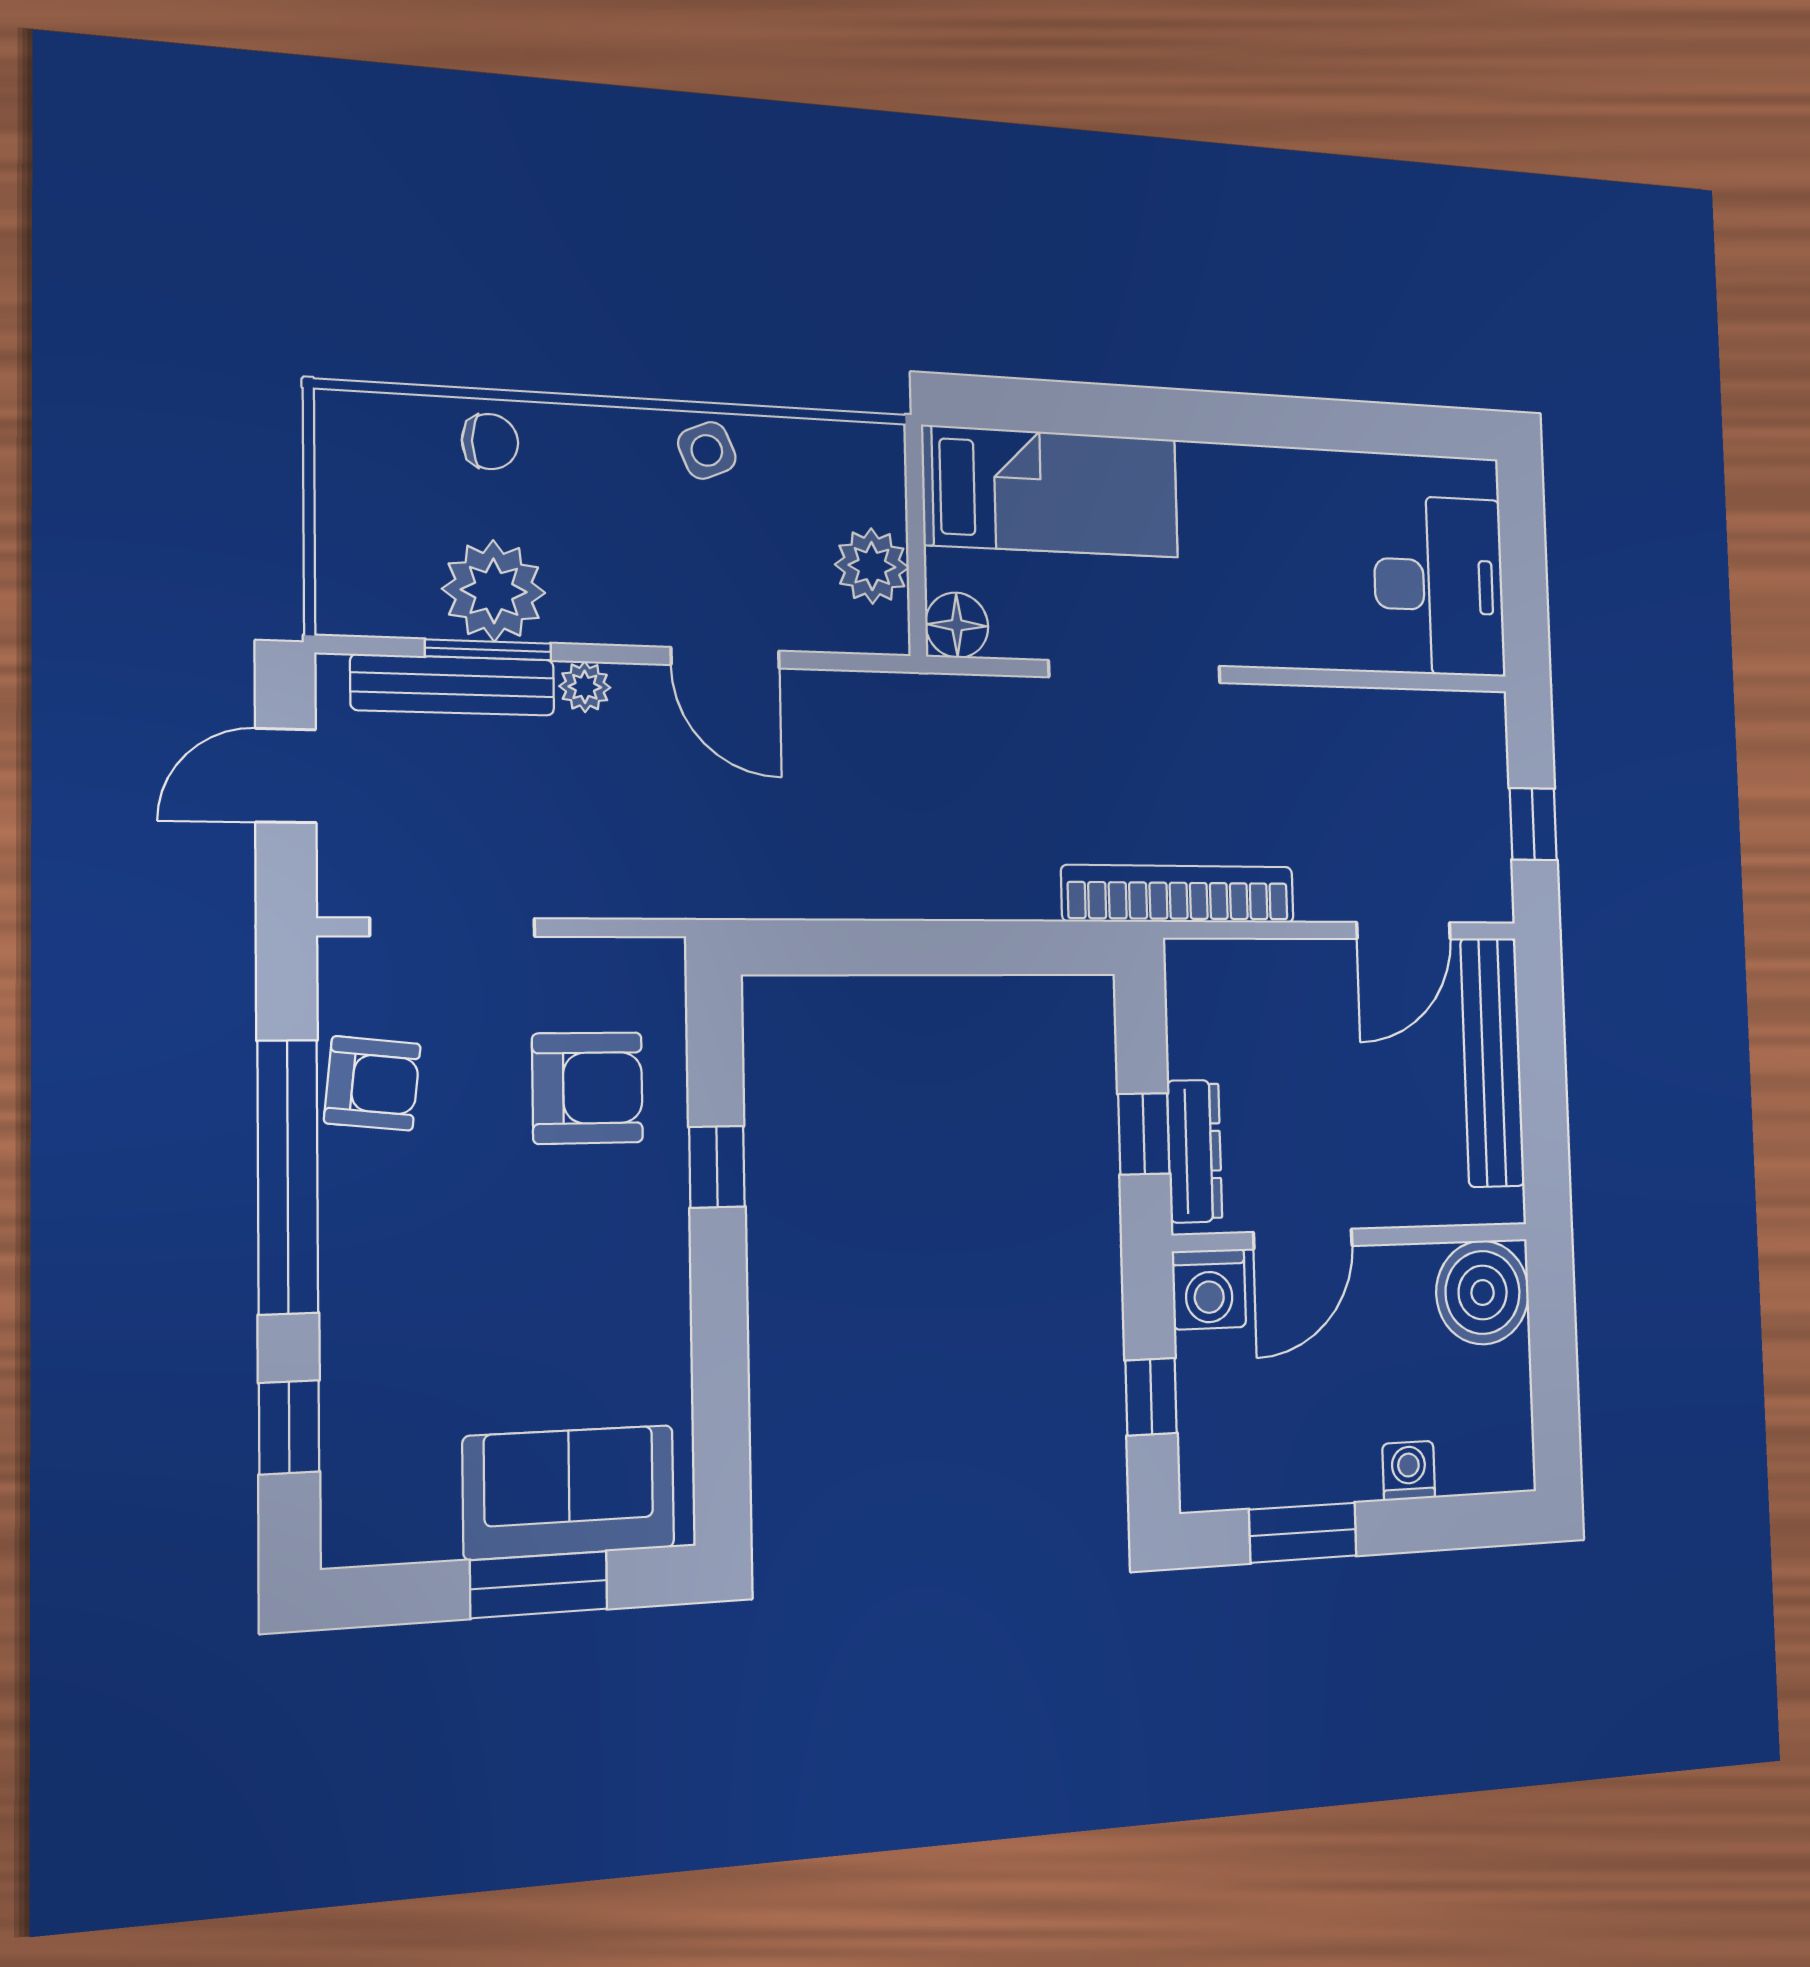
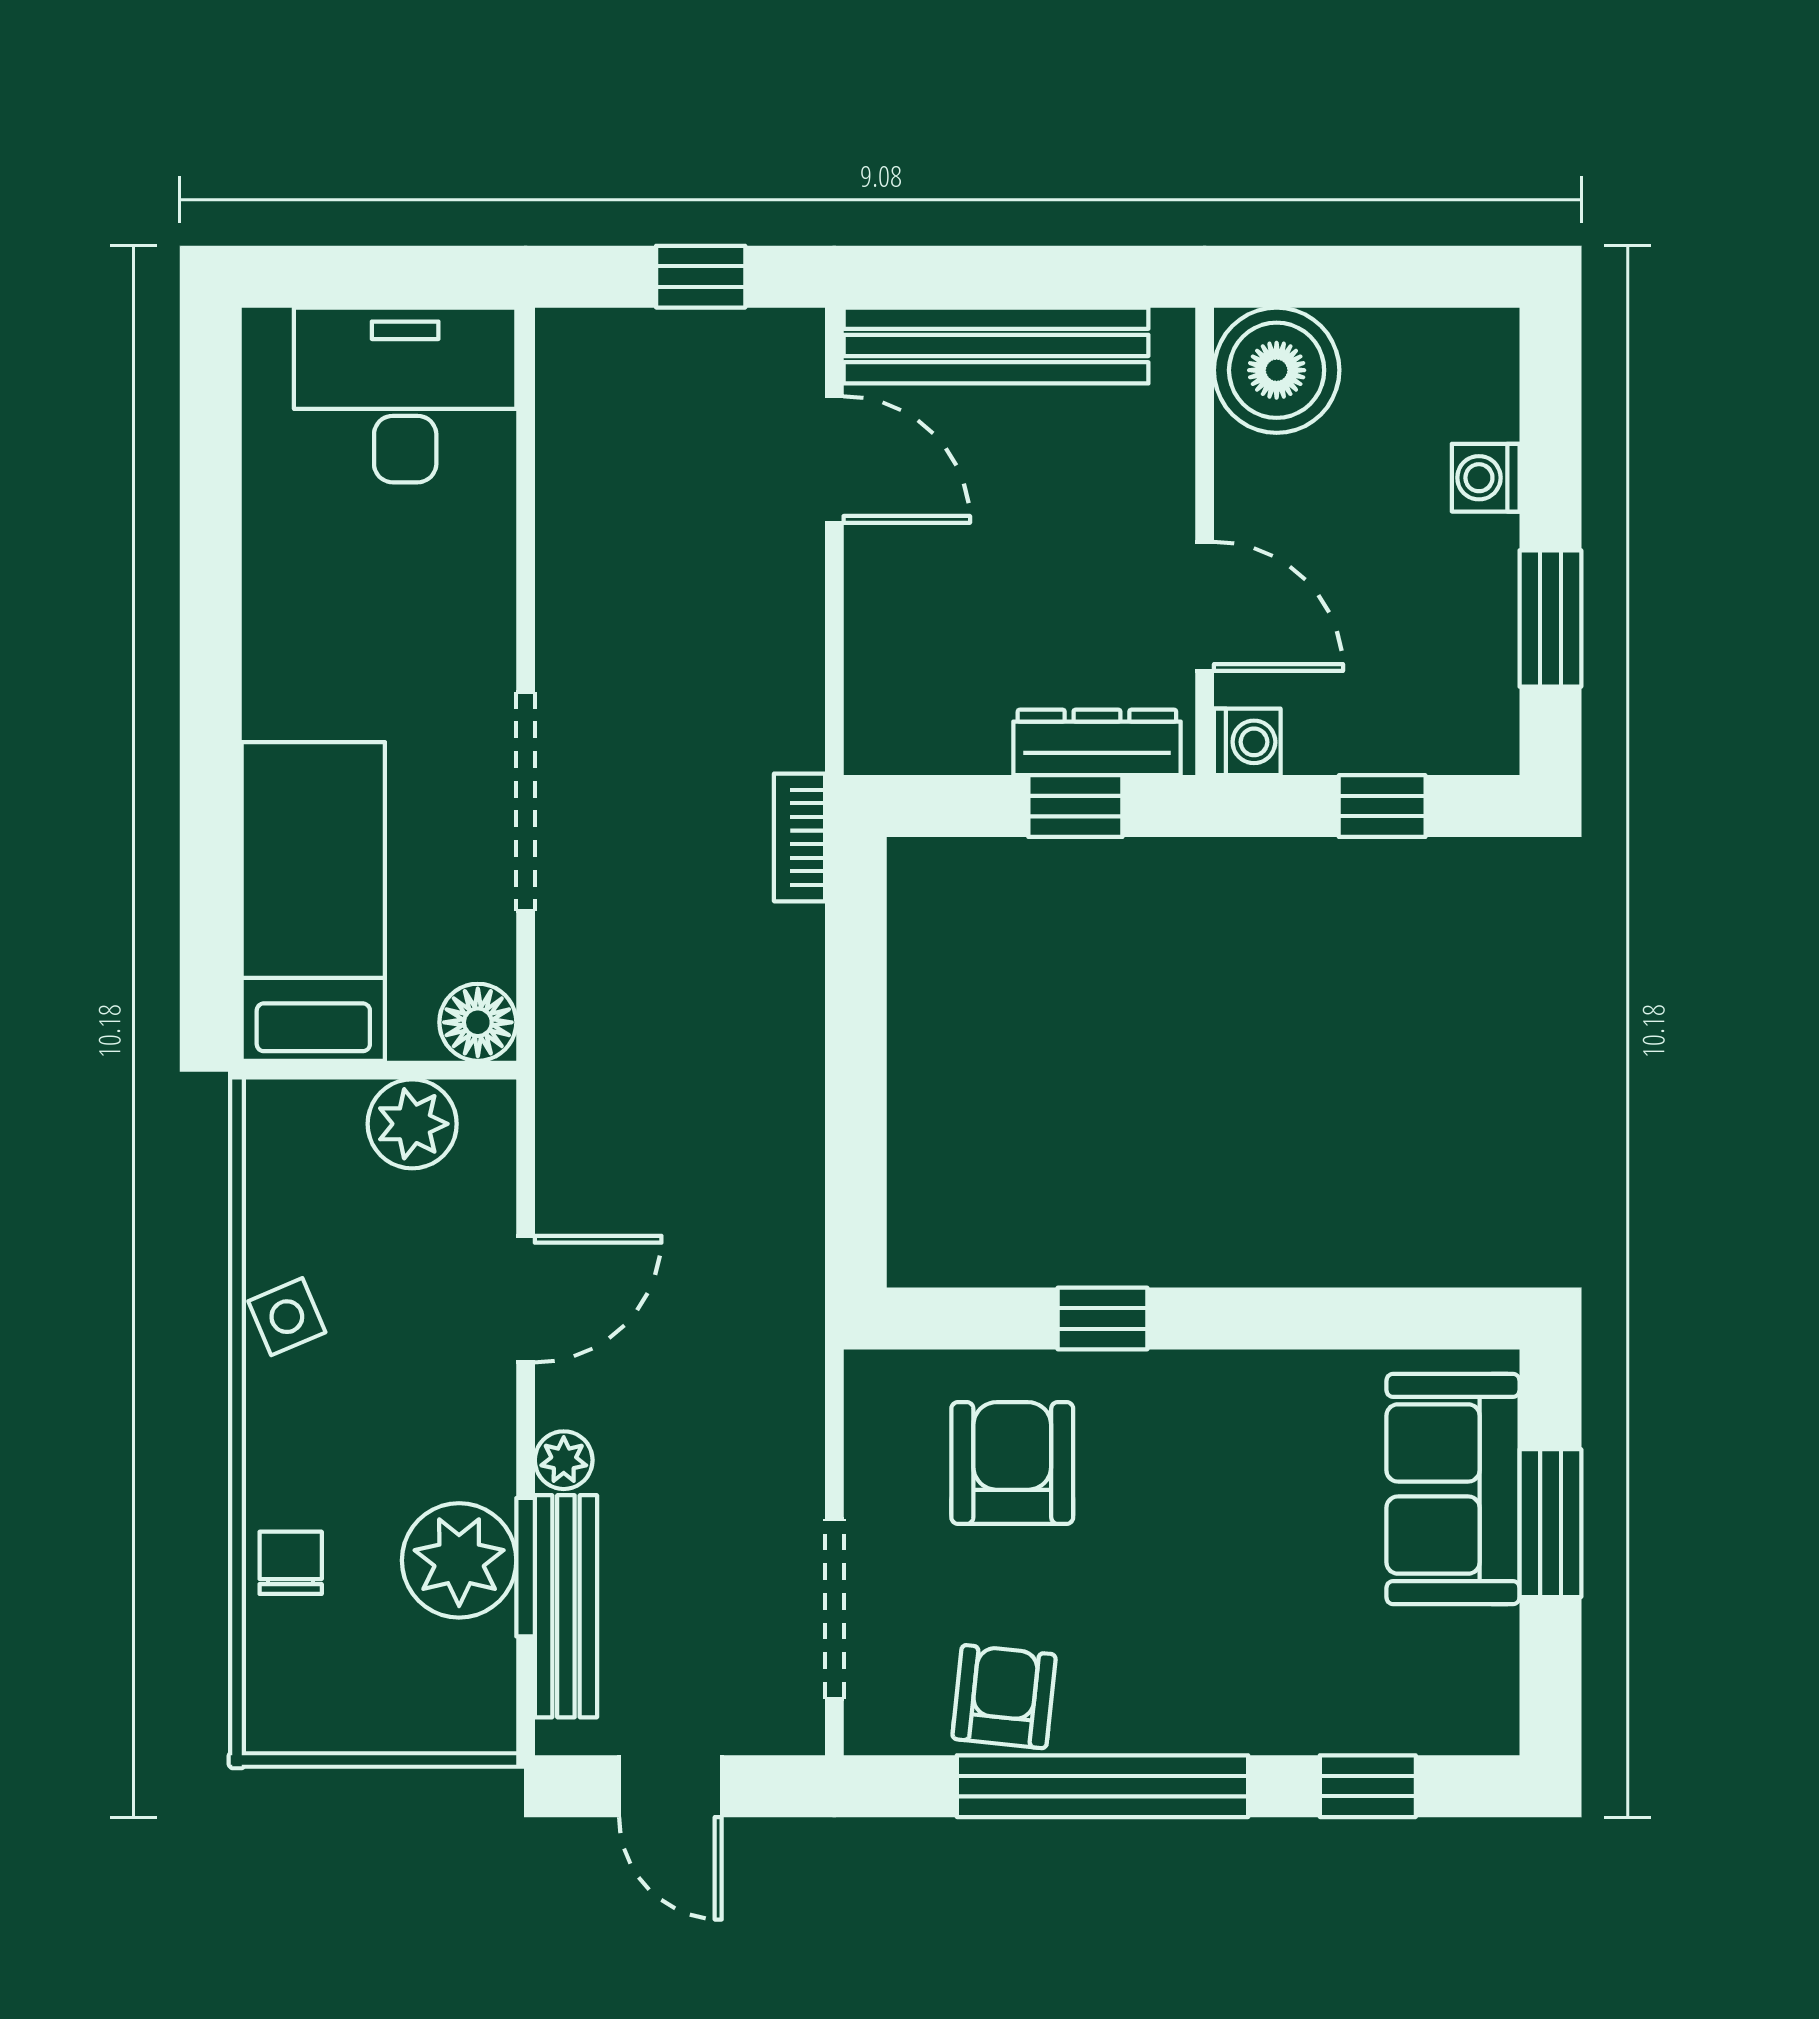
bookcase: (1178, 894) -> (799, 837), width x0.43, depth x0.76
washing machine: (1209, 1289) -> (1247, 742), width x0.73, depth x0.73

